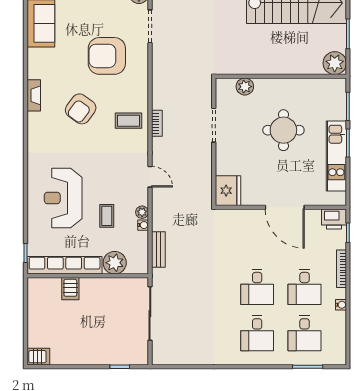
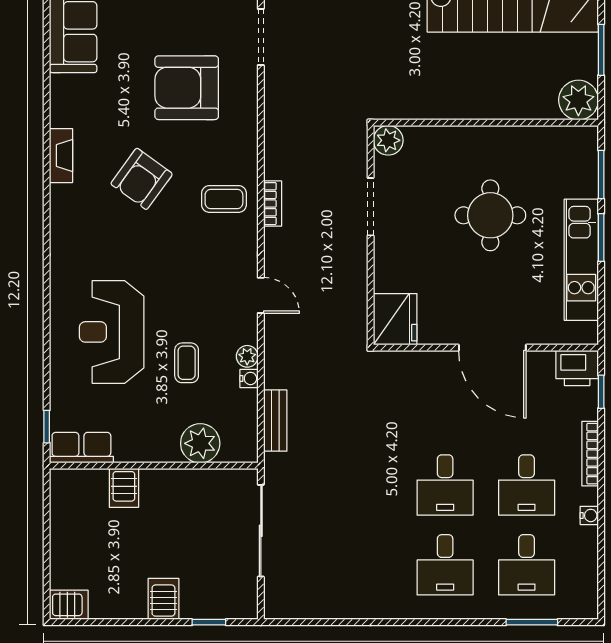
plant: (245, 87) -> (388, 140), moved
row of seats: (65, 265) -> (81, 448), width x0.50
server rack: (93, 353) -> (163, 599), added

